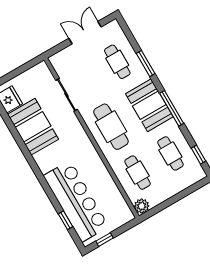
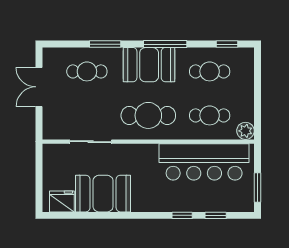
window: (51, 195) -> (182, 215), added
bar counter: (76, 201) -> (204, 162), moved, turned 180
window: (105, 240) -> (258, 187), width x1.50

